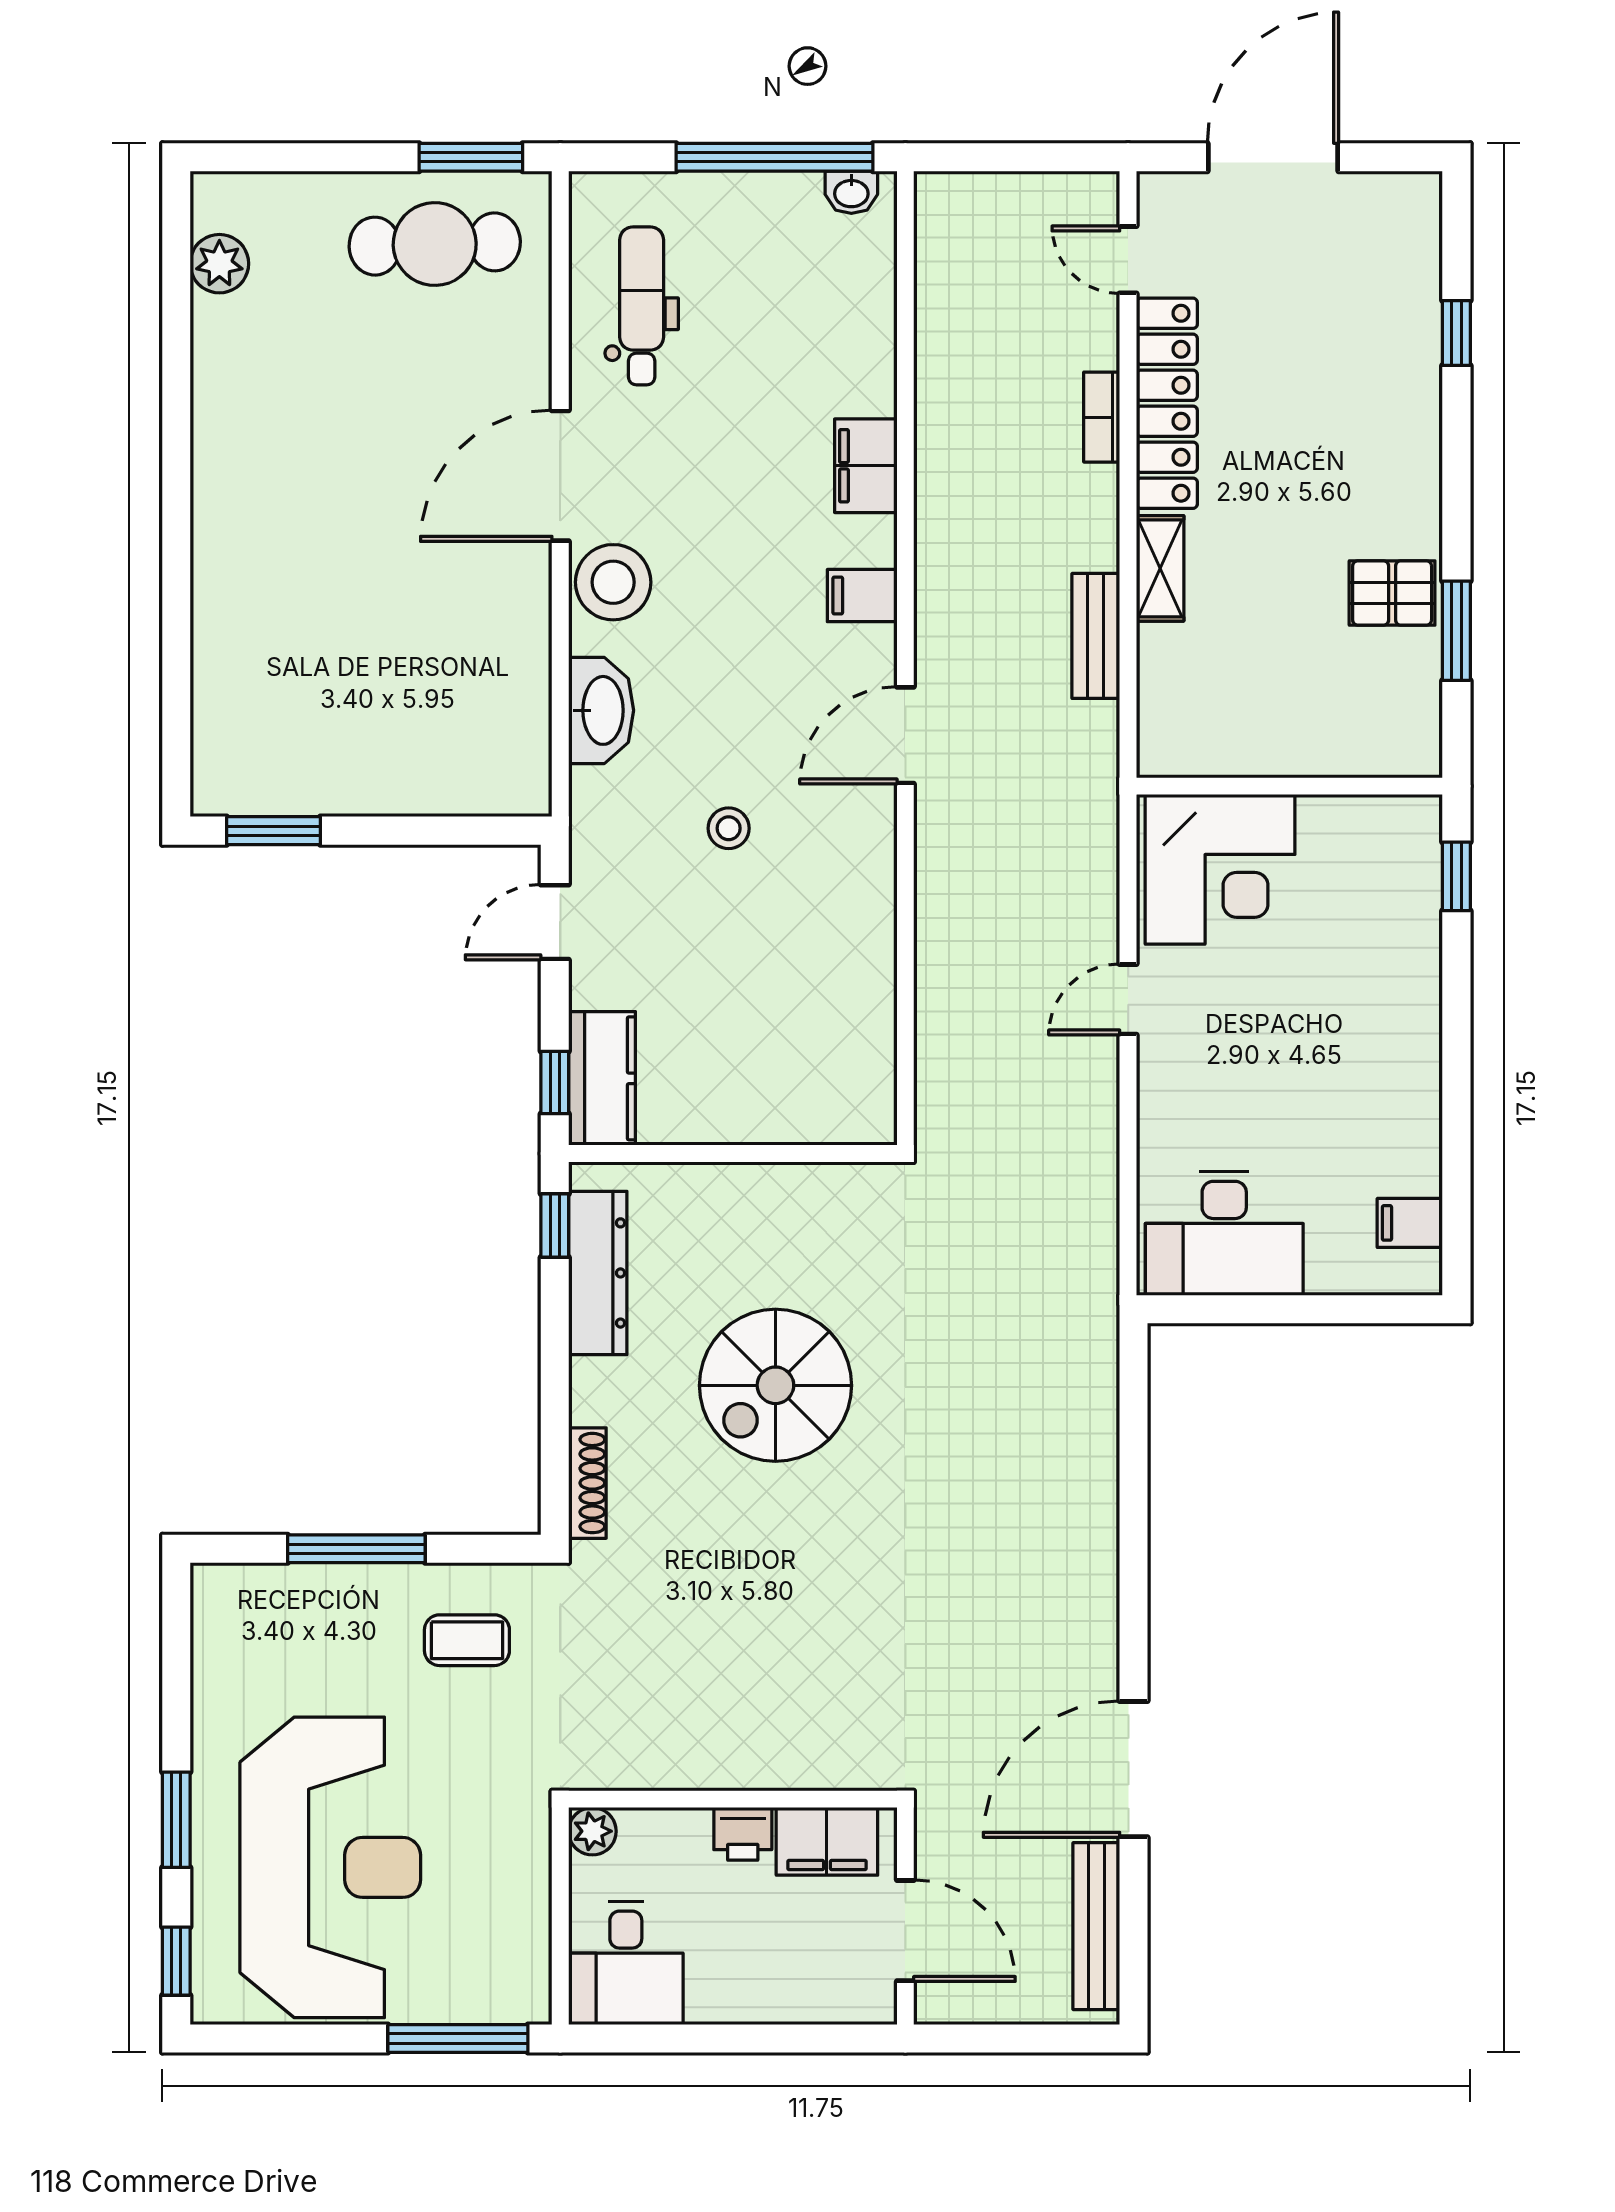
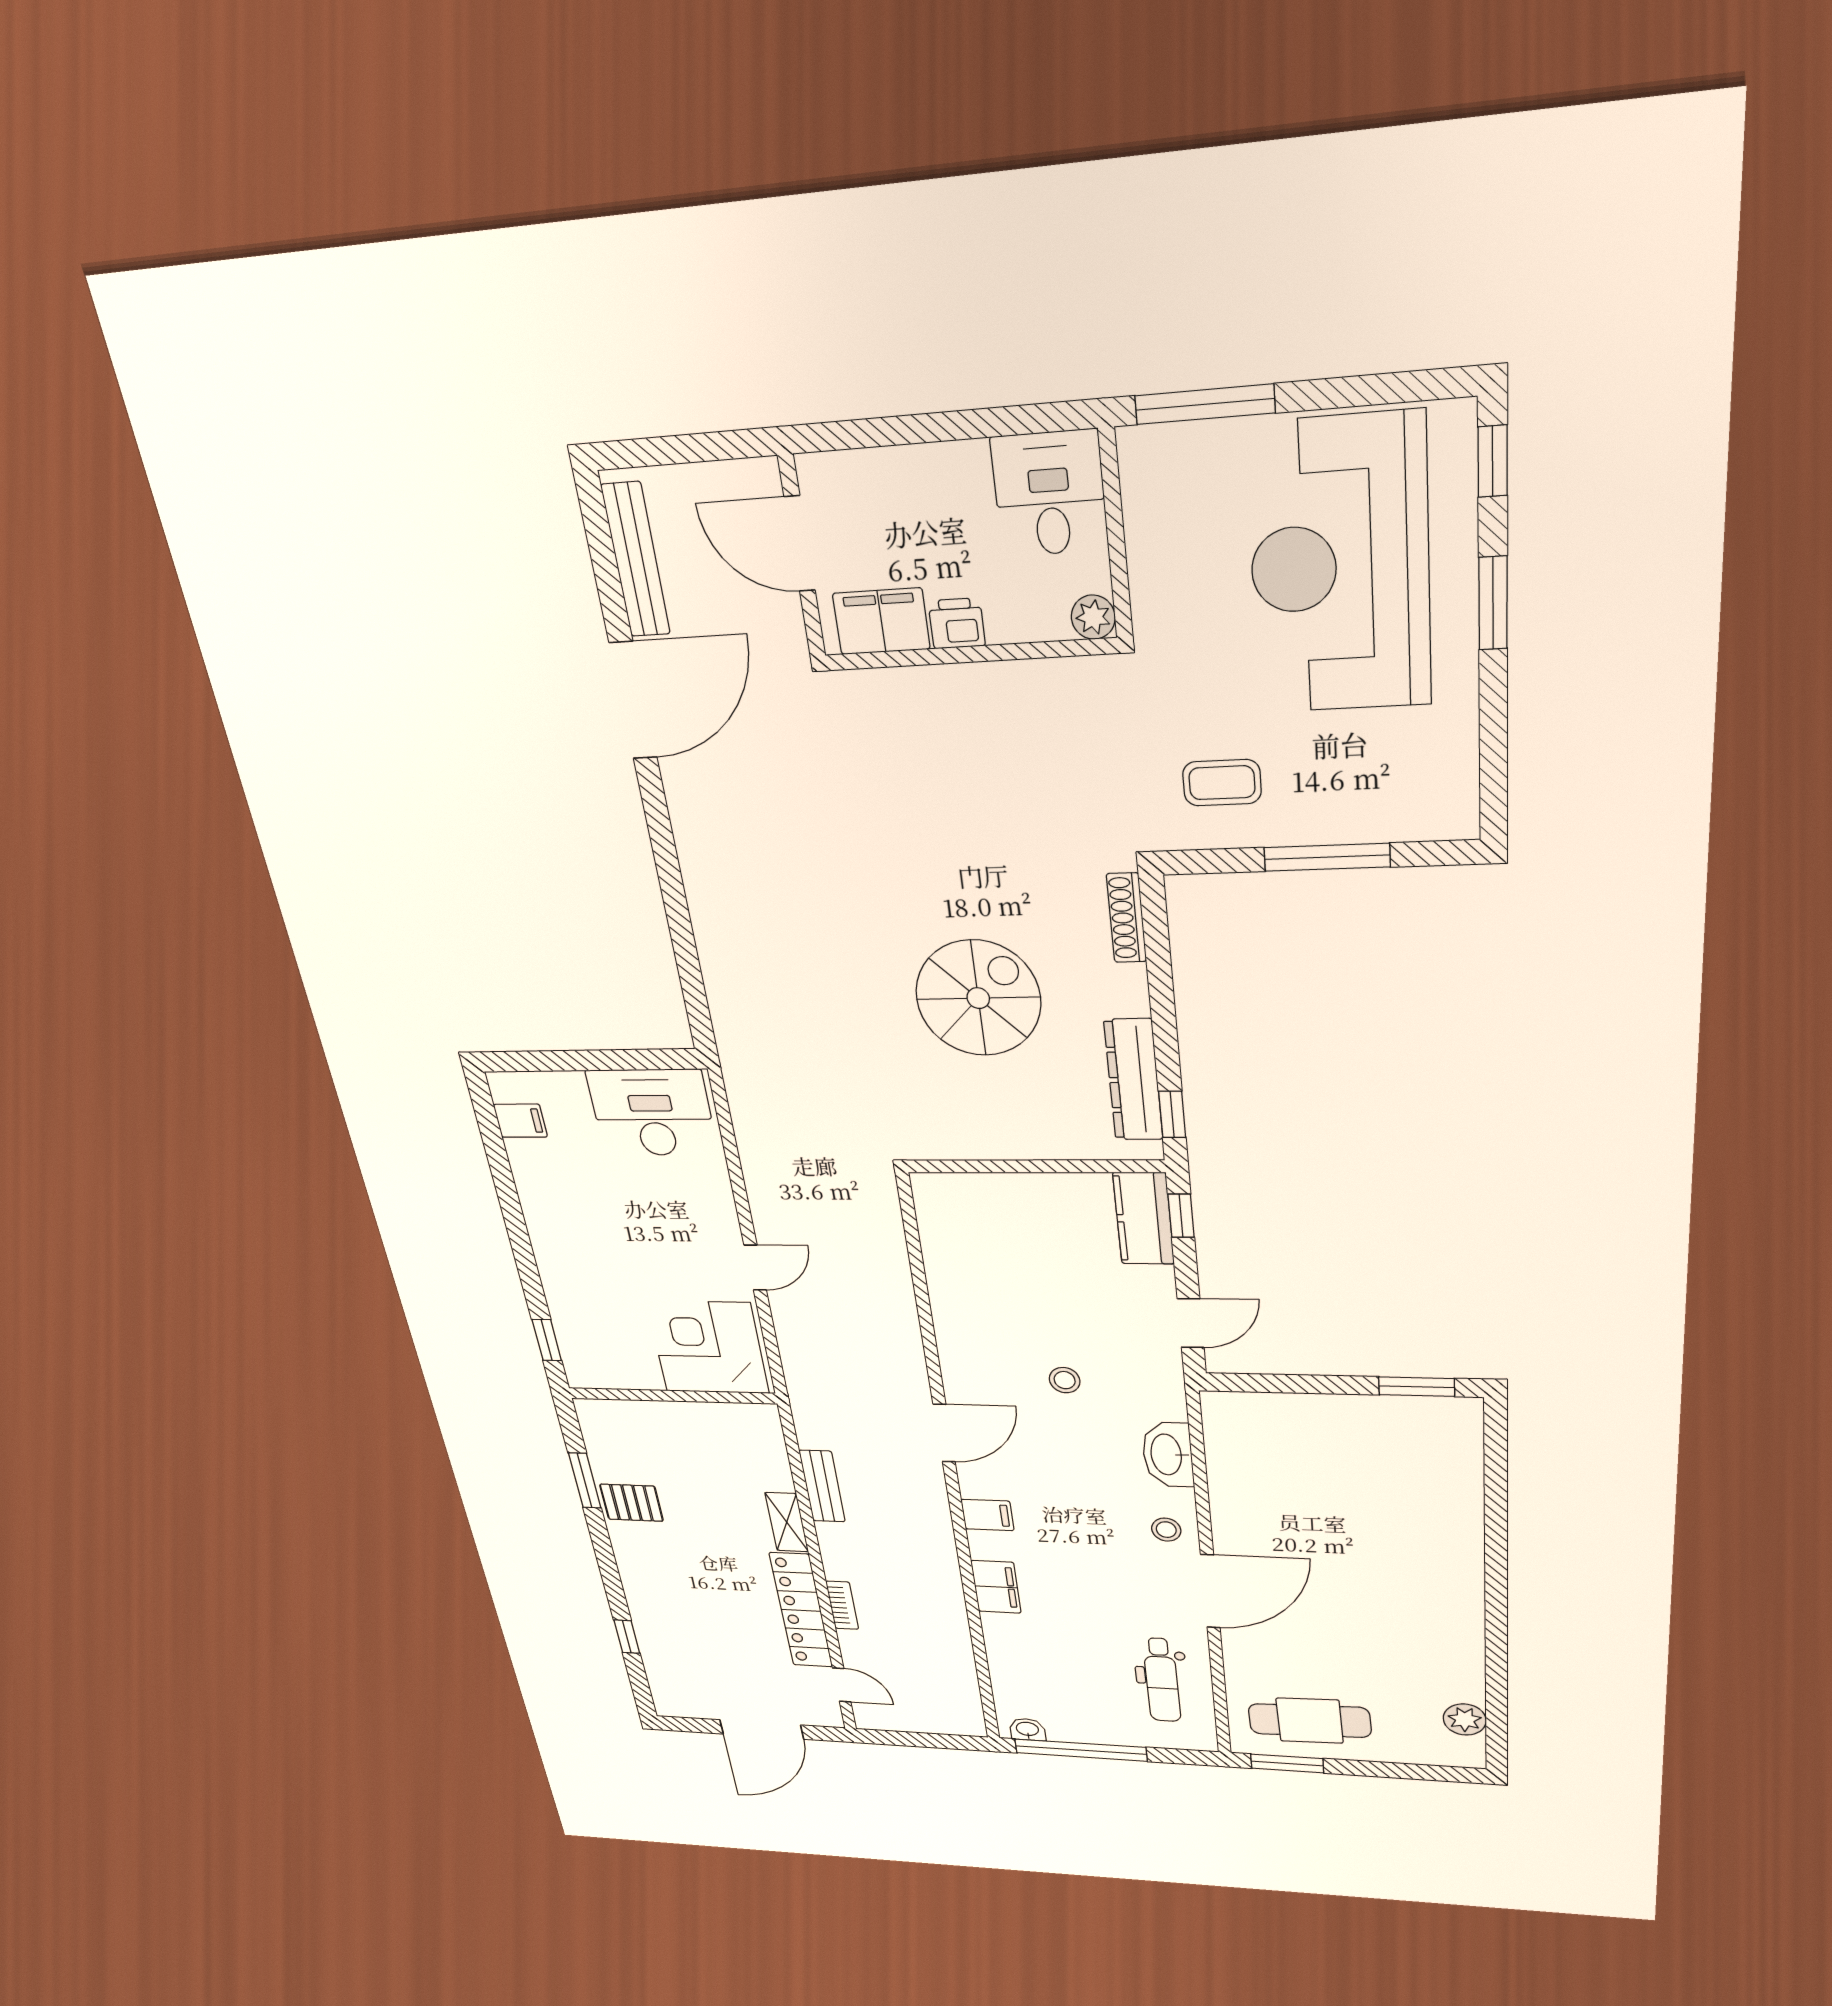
stool: (613, 582) -> (1166, 1530), width x0.53, depth x0.53

